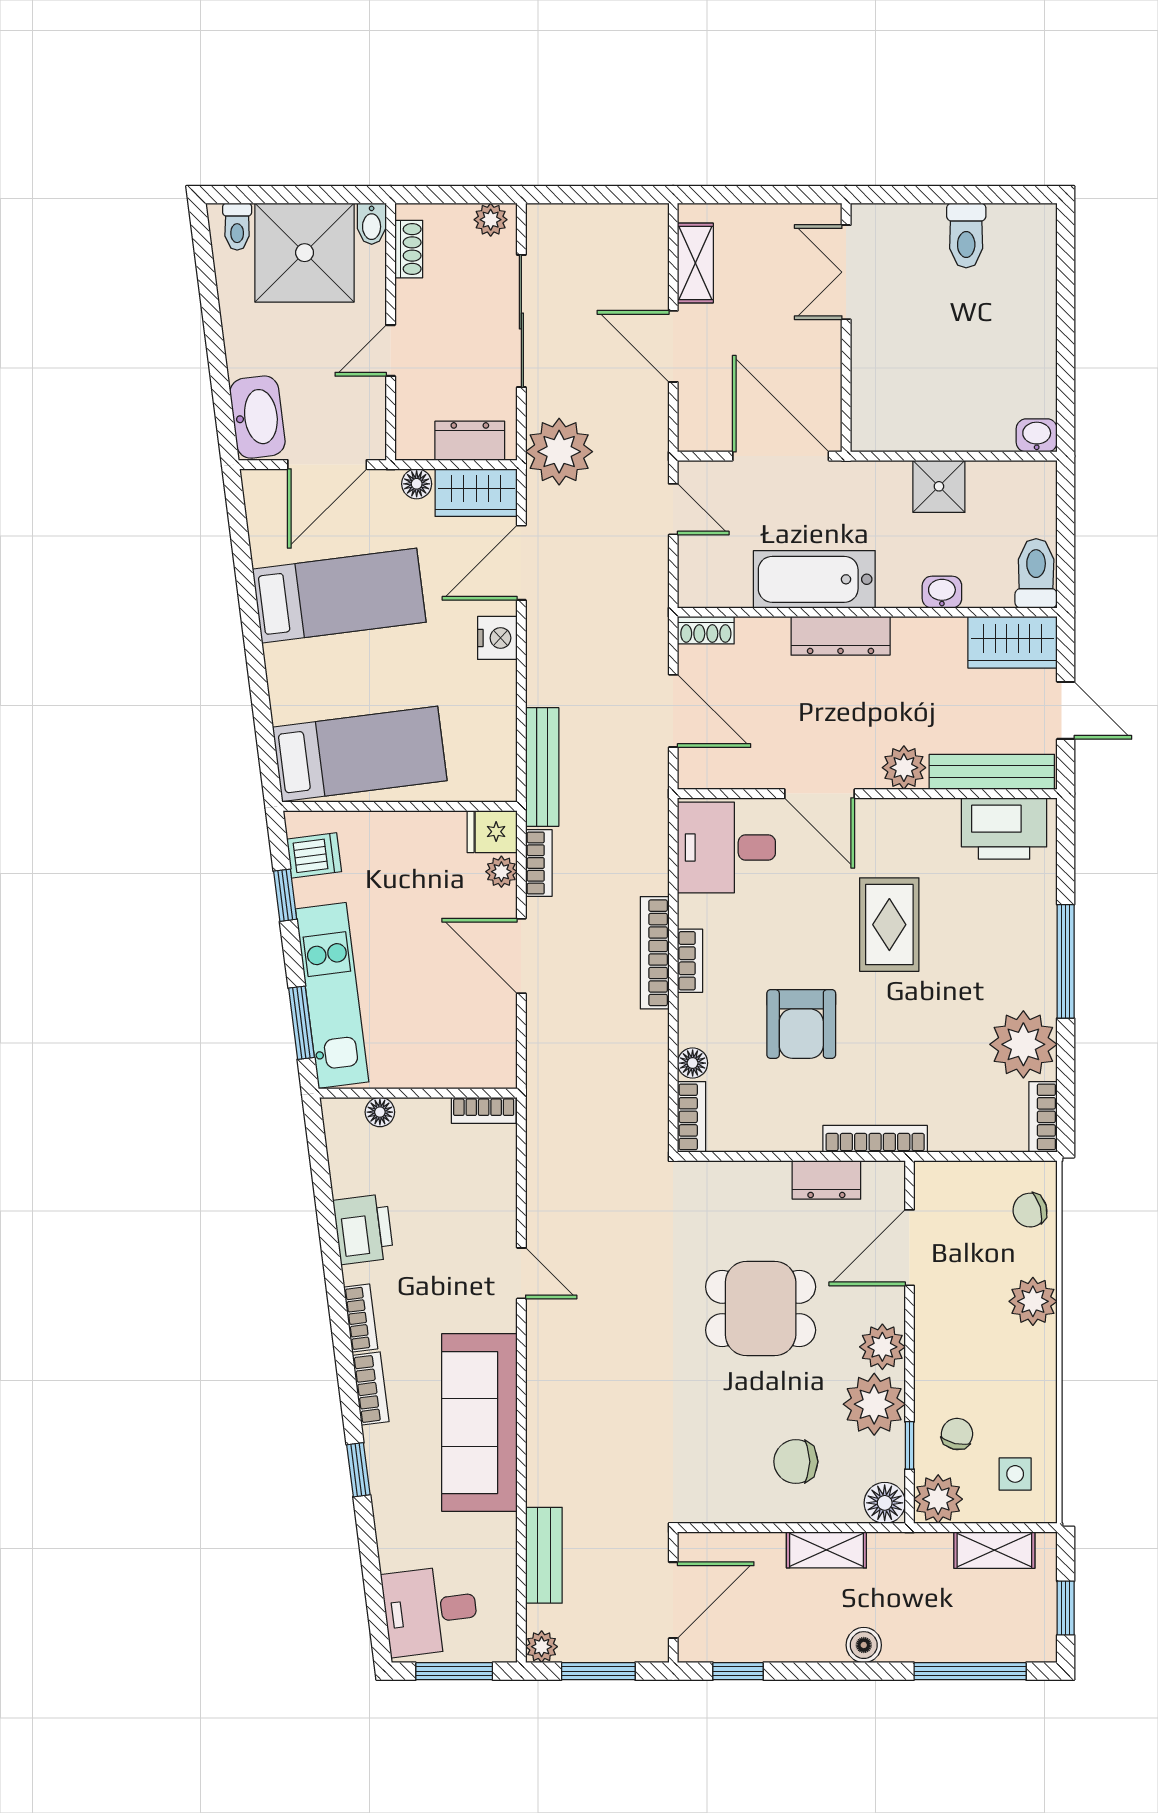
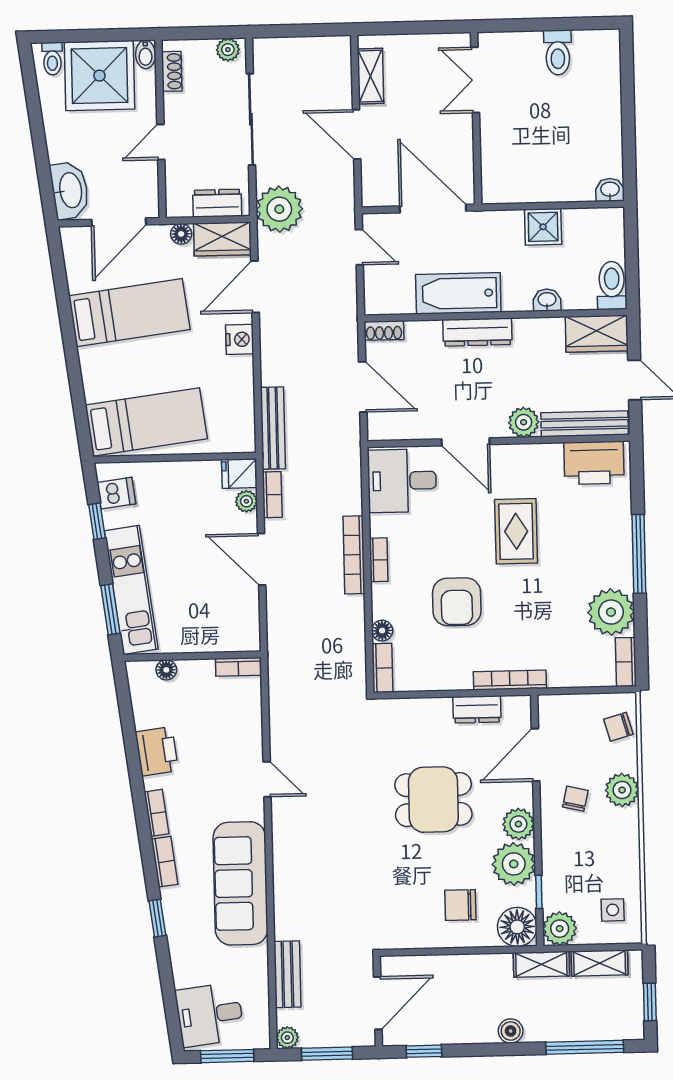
chair: (957, 1434) -> (575, 799), moved
floor lamp: (885, 1503) -> (517, 927), width x1.38, depth x1.38
shelving: (826, 1550) -> (541, 964), moved

